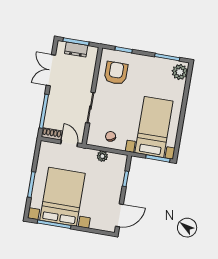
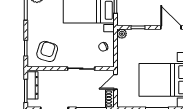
dresser: (76, 50) -> (33, 85), width x1.44
armchair: (116, 73) -> (47, 51), turned 107
plant: (102, 156) -> (122, 34), moved

